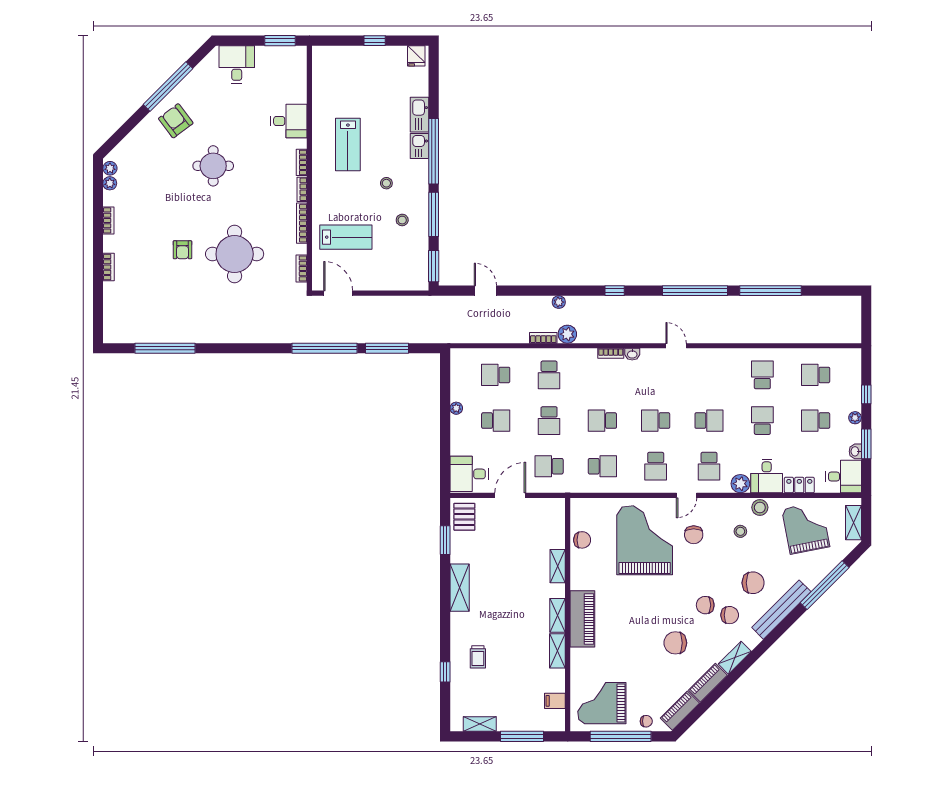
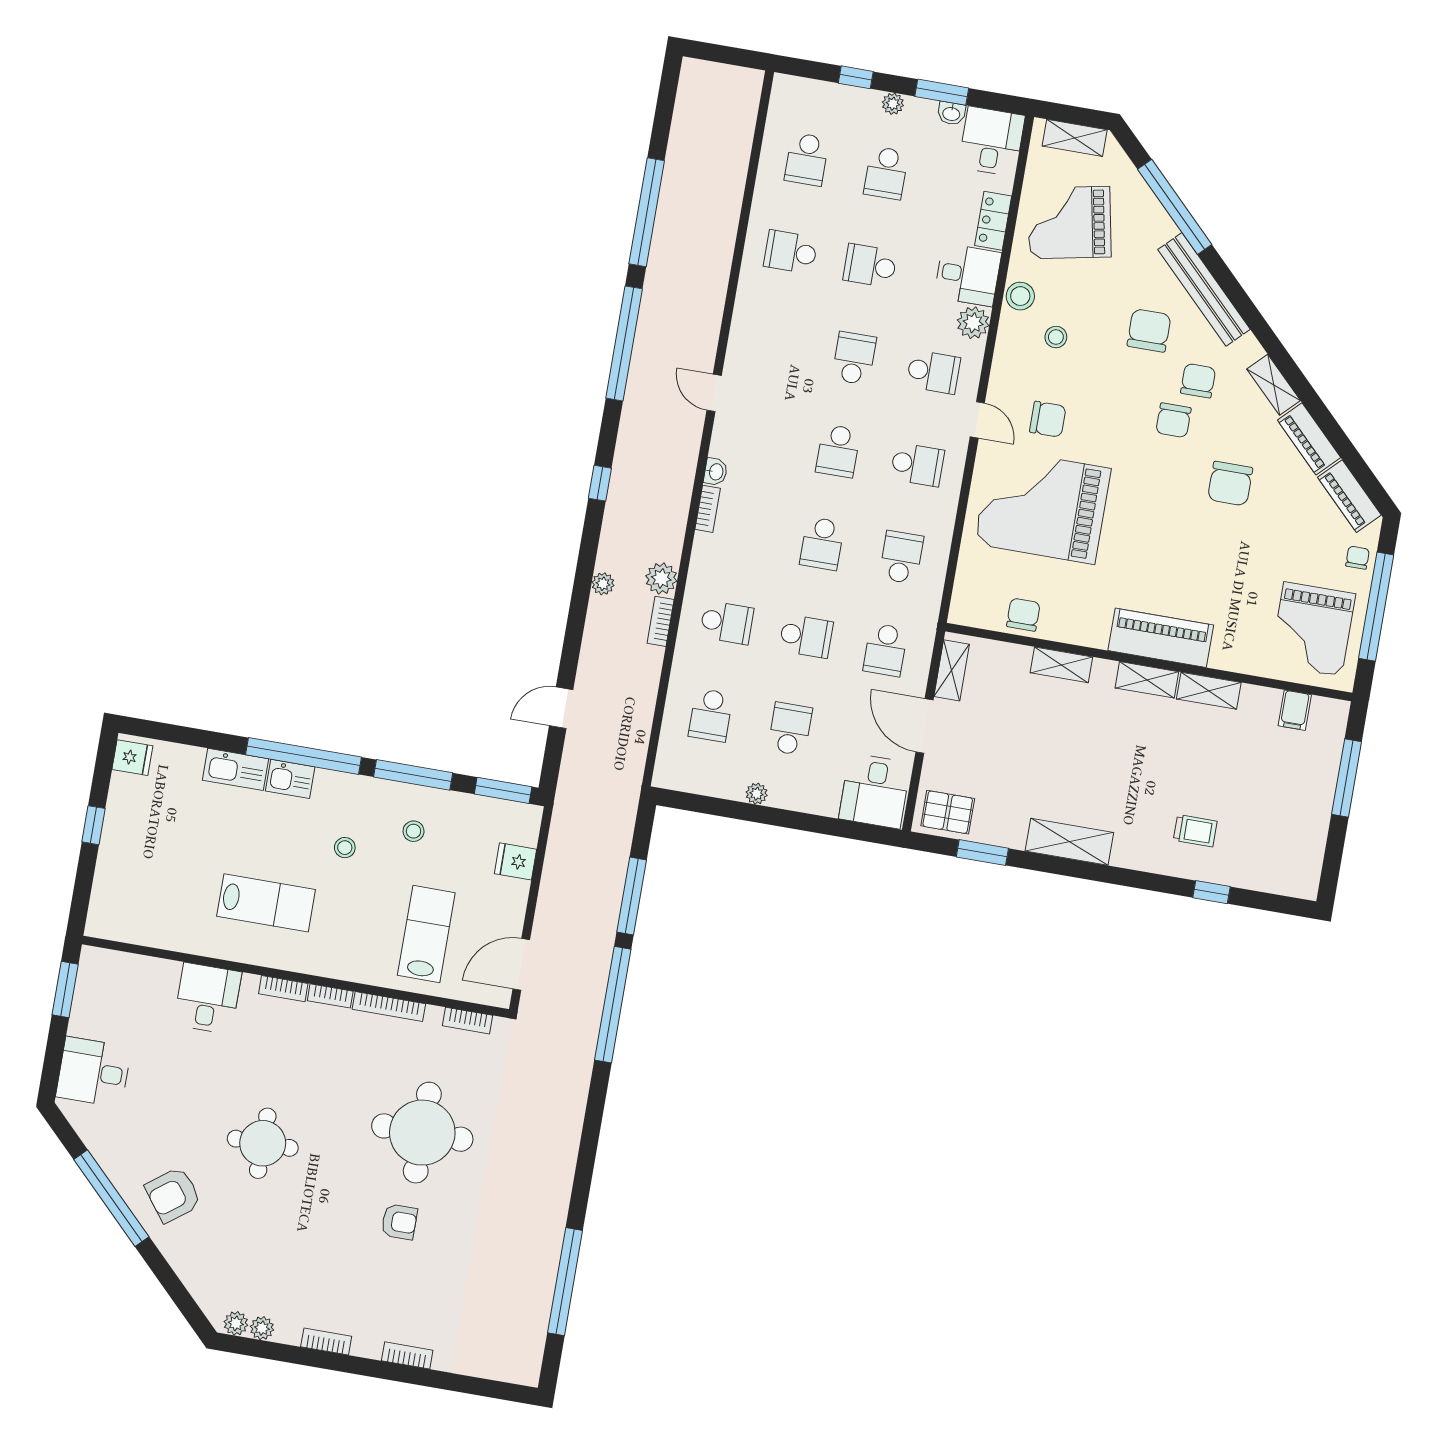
fridge: (395, 280) -> (516, 861), added
door: (676, 346) -> (714, 393), hinge flipped
shelving: (480, 724) -> (952, 670), moved

